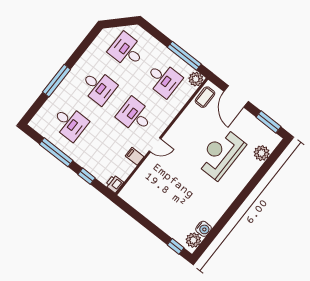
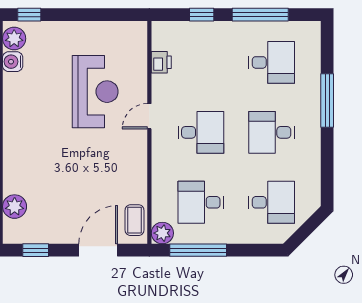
door: (236, 96) -> (98, 250), hinge flipped
window: (268, 122) -> (36, 250), width x0.67
desk: (70, 123) -> (272, 62), turned 180
reception desk: (221, 154) -> (95, 92), moved
filing cabinet: (135, 156) -> (163, 83), removed
printer: (114, 184) -> (161, 62), moved

